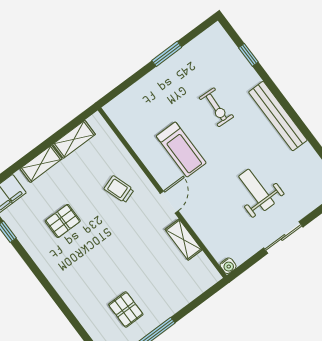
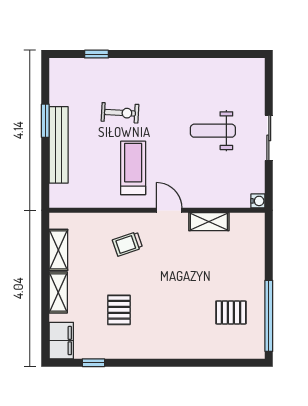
bench: (278, 116) -> (59, 145), moved, turned 90
treadmill: (181, 150) -> (133, 168), turned -90

